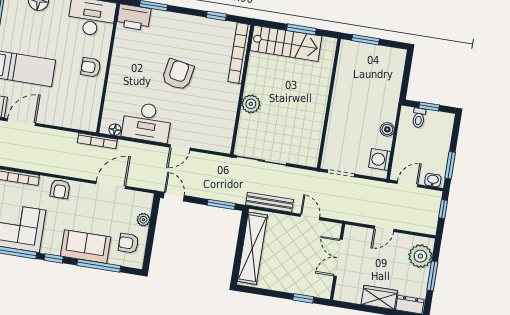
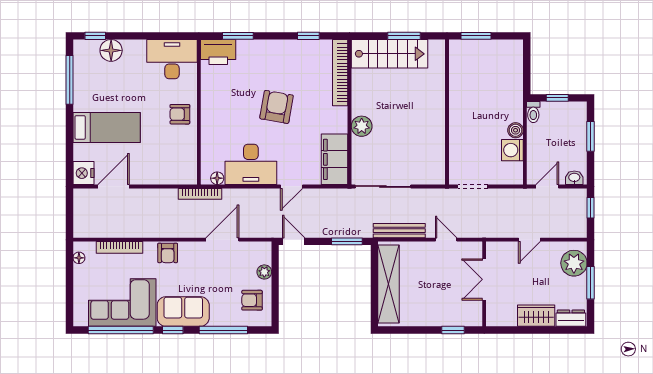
toilet: (419, 118) -> (533, 112), moved
filing cabinet: (222, 129) -> (335, 159), added
washing machine: (380, 159) -> (512, 150), moved
window: (450, 165) -> (591, 136), moved
sofa: (86, 247) -> (183, 311), moved

